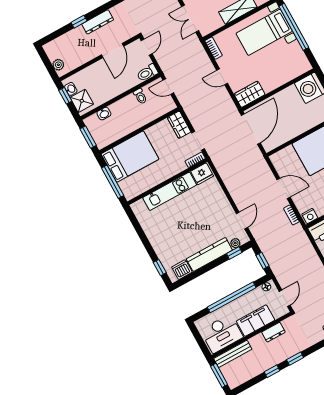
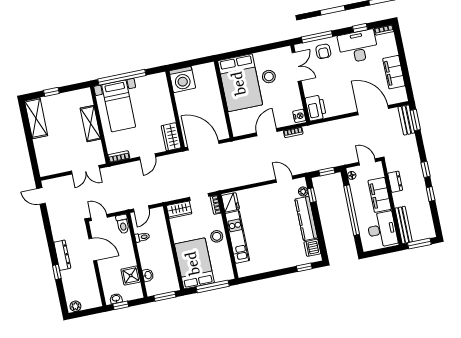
plant: (58, 65) -> (75, 306), moved
shower: (82, 101) -> (131, 276), moved
stool: (164, 170) -> (217, 236), added

